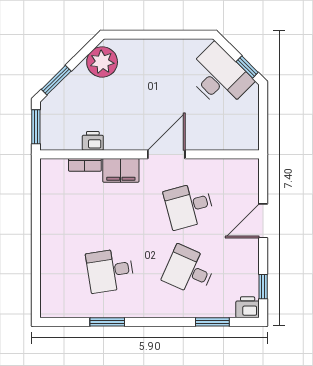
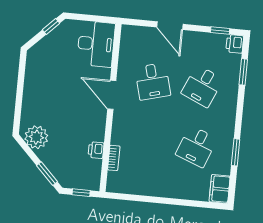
desk: (219, 77) -> (96, 44), moved, turned 135
window: (36, 127) -> (81, 193), width x0.67
filing cabinet: (121, 170) -> (220, 189), moved, turned 180
desk: (110, 270) -> (196, 146), turned 30

